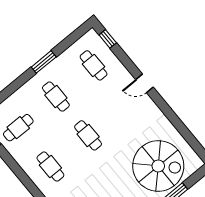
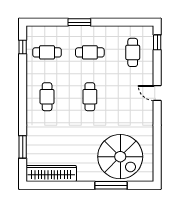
window: (44, 62) -> (79, 22), moved
cafe table: (56, 97) -> (90, 52), turned 90

